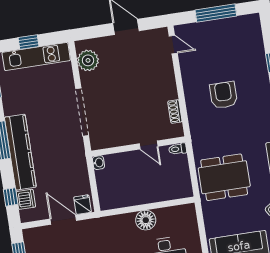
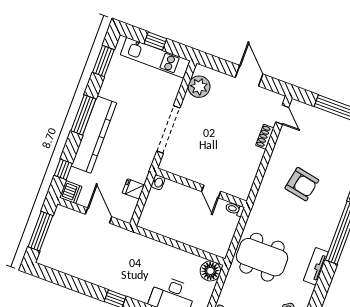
armchair: (223, 95) -> (302, 184), turned 101
shoe rack: (175, 111) -> (265, 137), moved
dishwasher: (26, 199) -> (71, 192), moved
fridge: (82, 205) -> (133, 189), moved, turned -90
floor lamp: (146, 220) -> (210, 271), moved

